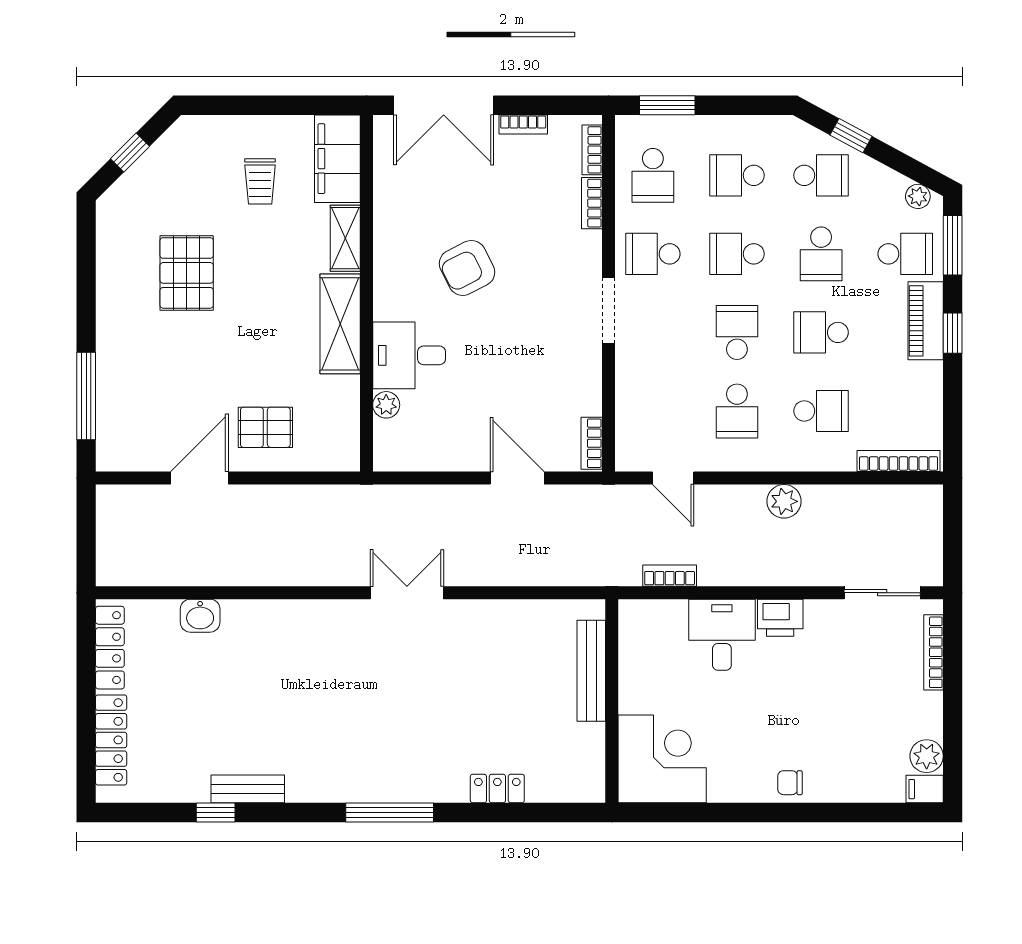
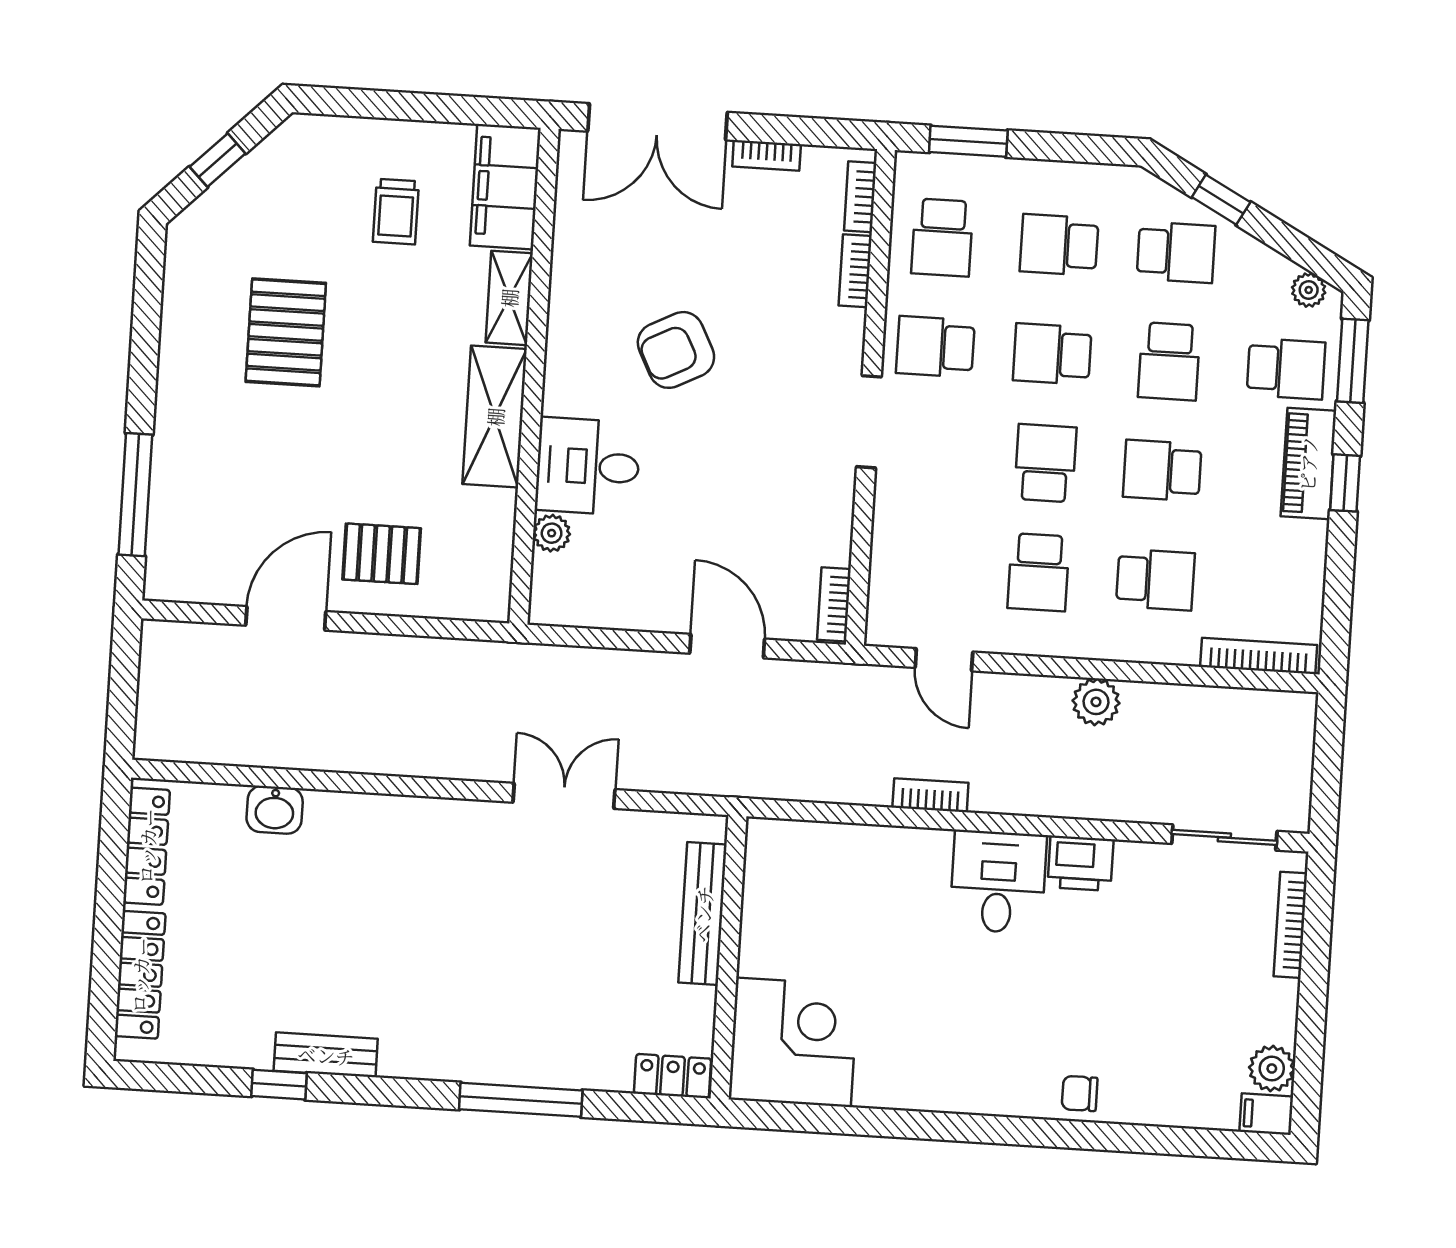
bench: (591, 671) -> (703, 914), moved
wall: (612, 701) -> (728, 957), moved
corner desk: (662, 759) -> (793, 1042), moved

